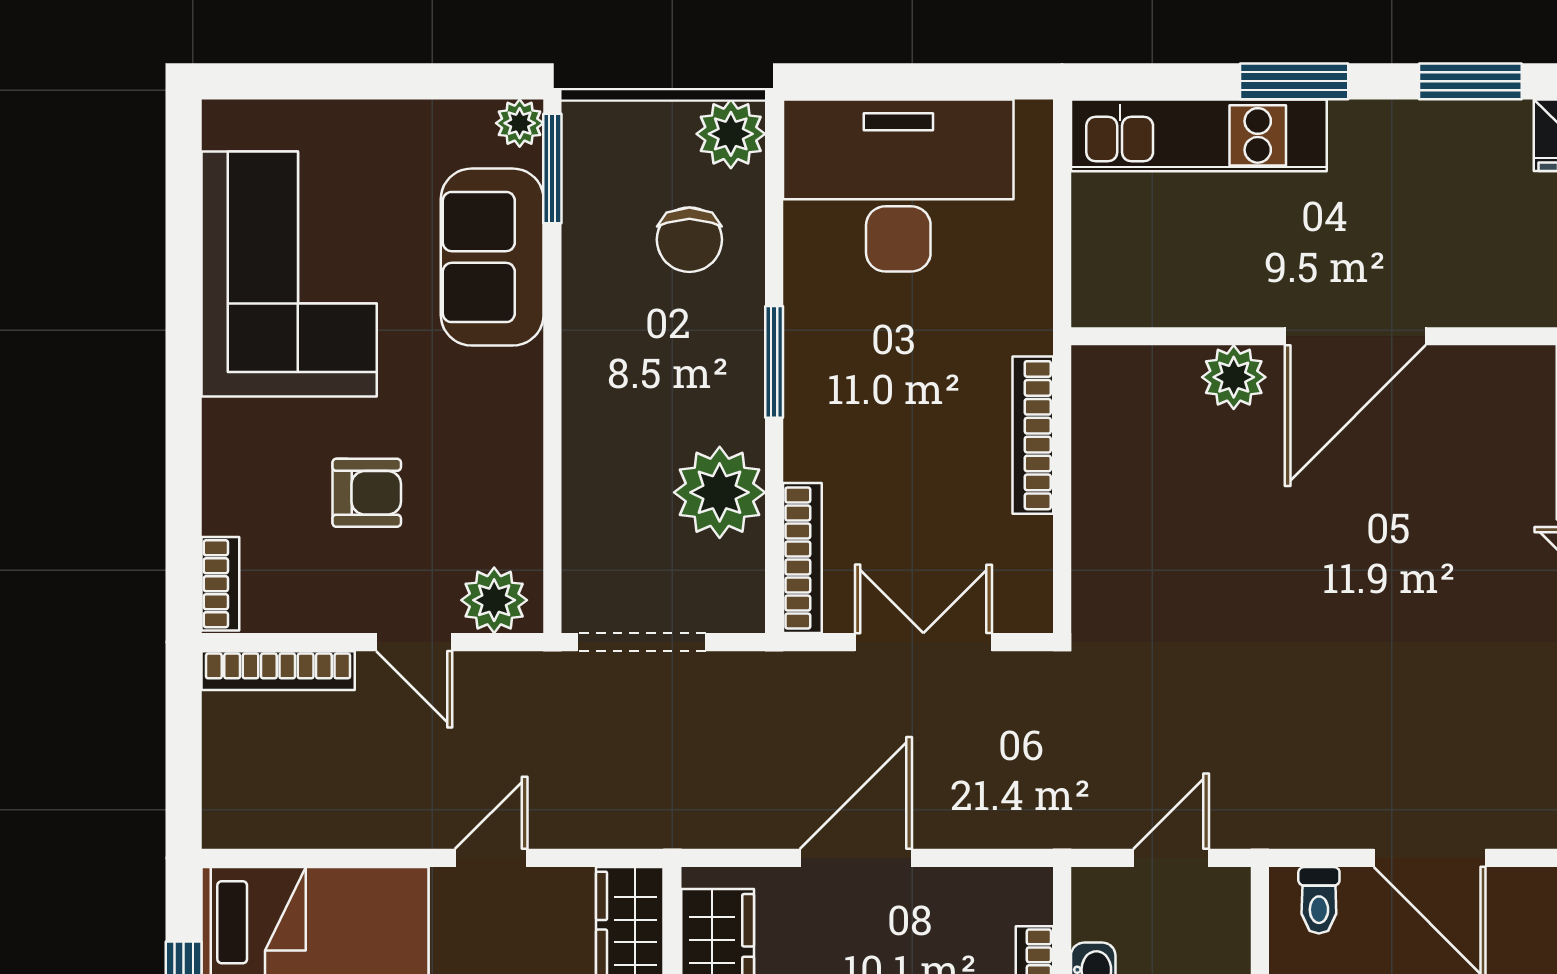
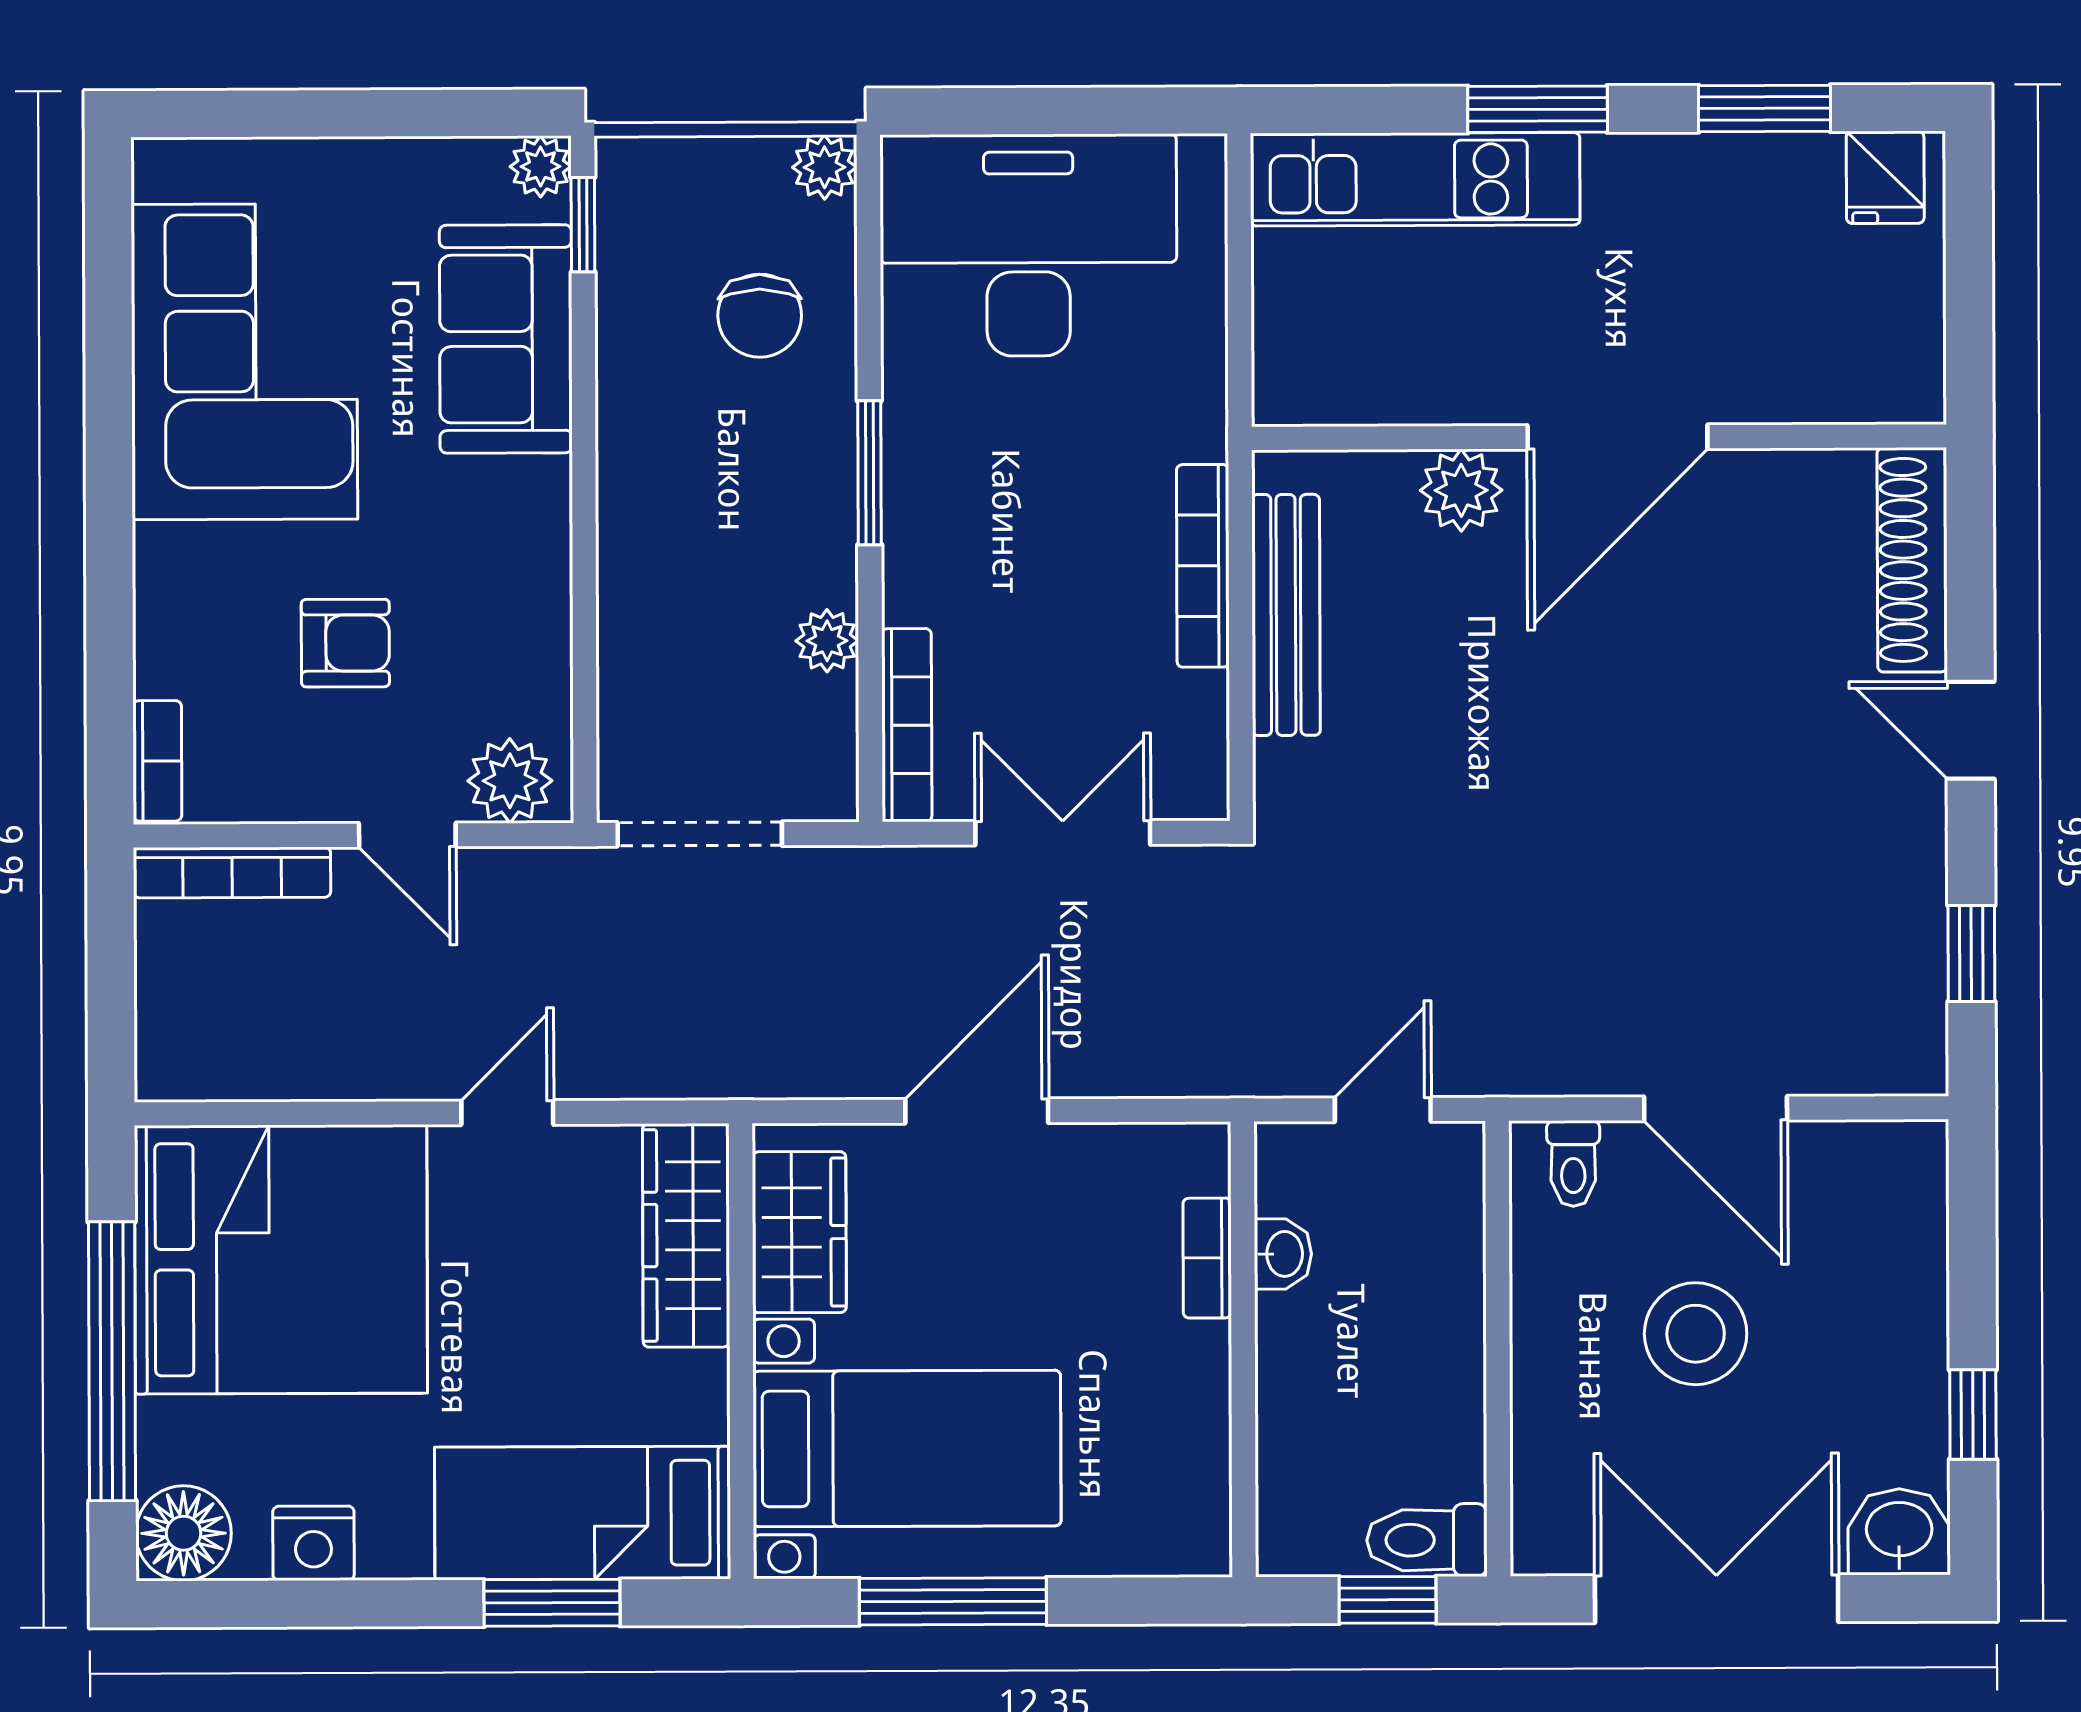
plant: (731, 134) -> (825, 167), width x0.73, depth x0.73
window: (552, 168) -> (583, 225), width x0.67
bench: (1097, 473) -> (1286, 615), added
plant: (720, 492) -> (827, 641), width x0.53, depth x0.53

